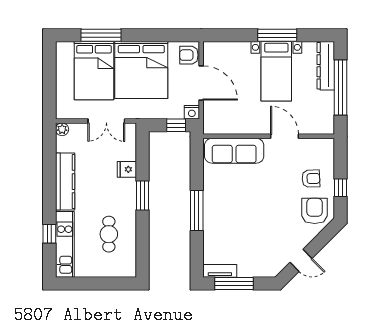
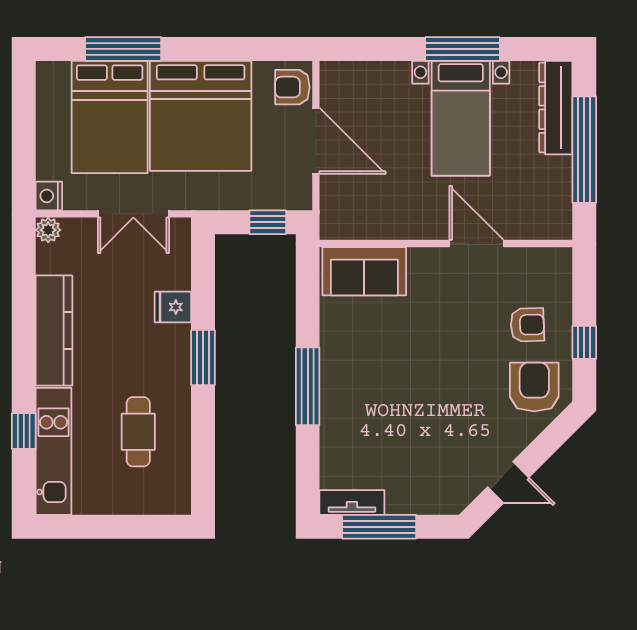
nightstand: (192, 112) -> (49, 196), moved, turned 90
sofa: (234, 151) -> (364, 271), width x0.73

